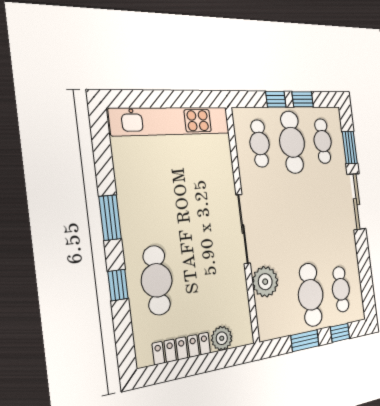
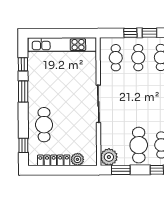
cafe table: (292, 142) -> (138, 58), width x0.73, depth x0.74
window: (104, 162) -> (23, 64), added
plant: (265, 282) -> (109, 157), moved
window: (118, 285) -> (23, 145), moved
window: (305, 341) -> (121, 170), moved

